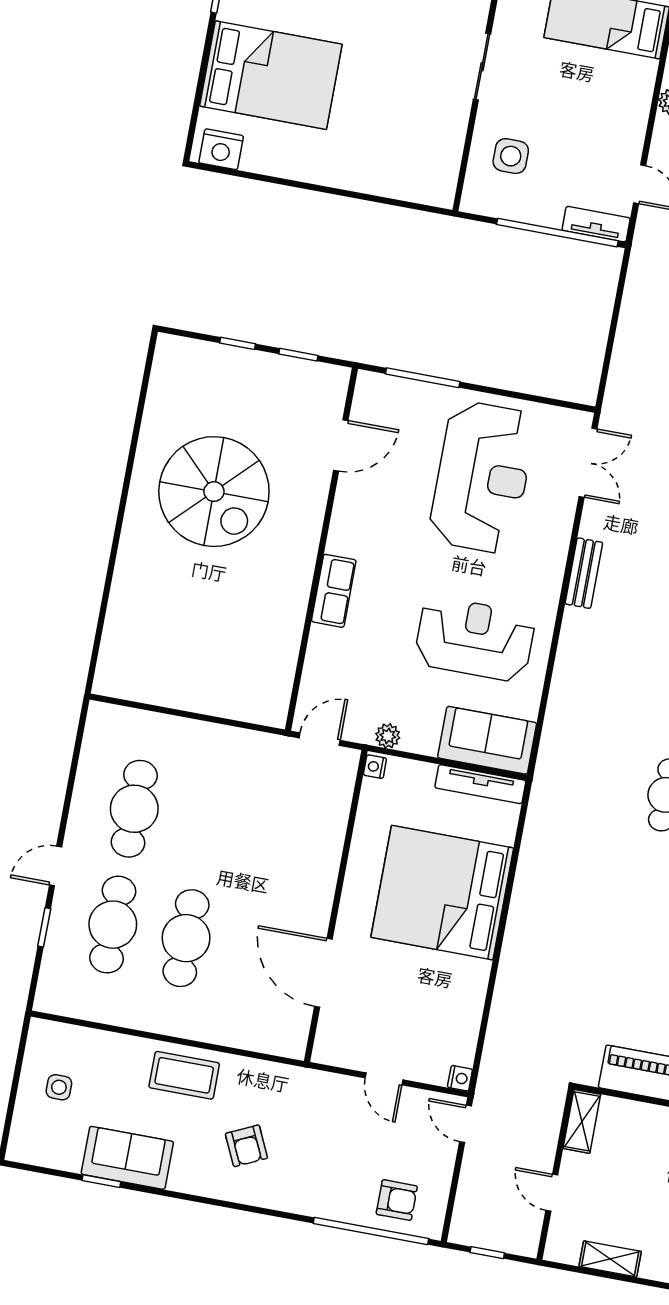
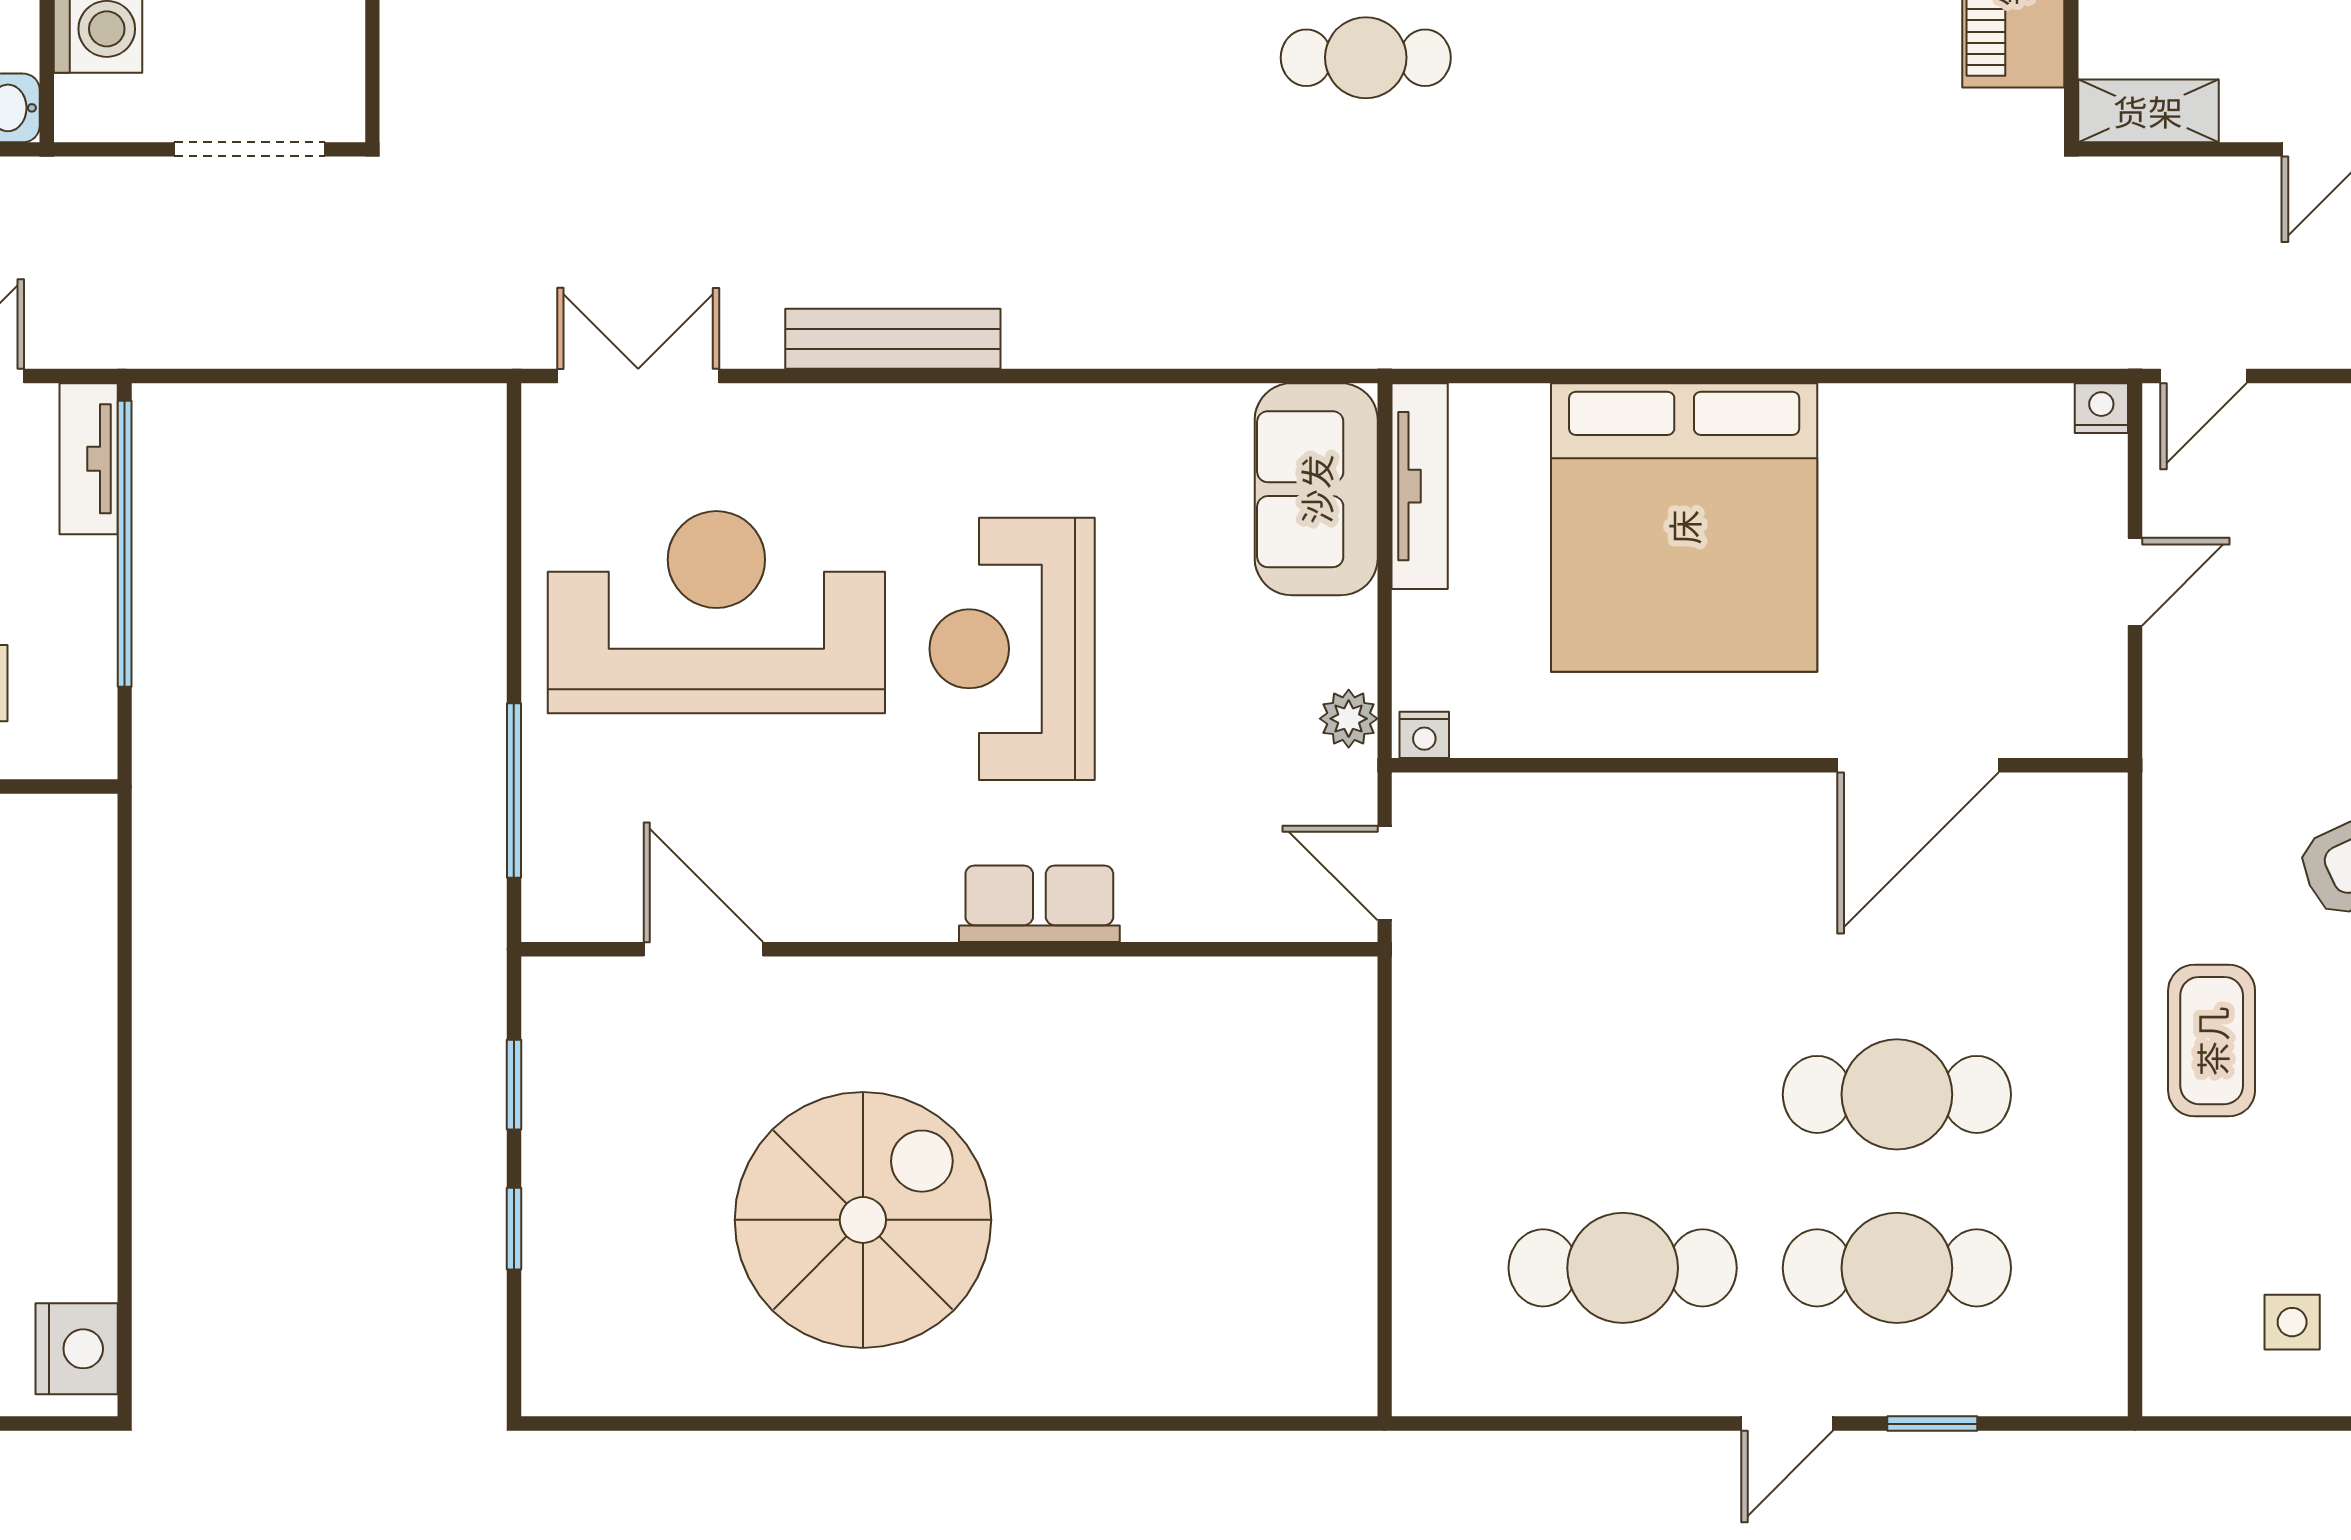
bench: (584, 573) -> (893, 339), width x1.36
reception desk: (475, 639) -> (1012, 649), moved
door: (56, 866) -> (1787, 1424), hinge flipped

